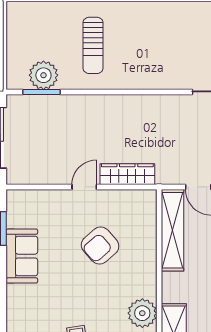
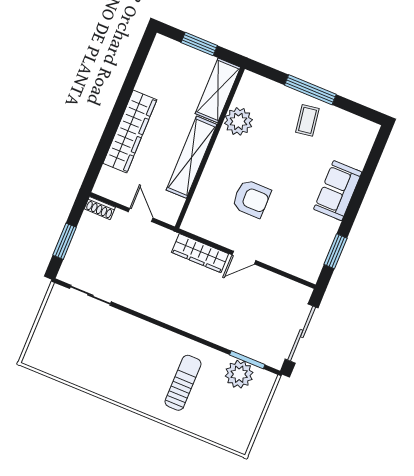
shelving: (173, 230) -> (192, 157), moved
armchair: (100, 246) -> (251, 199), turned 41
sofa: (22, 256) -> (338, 191), moved

